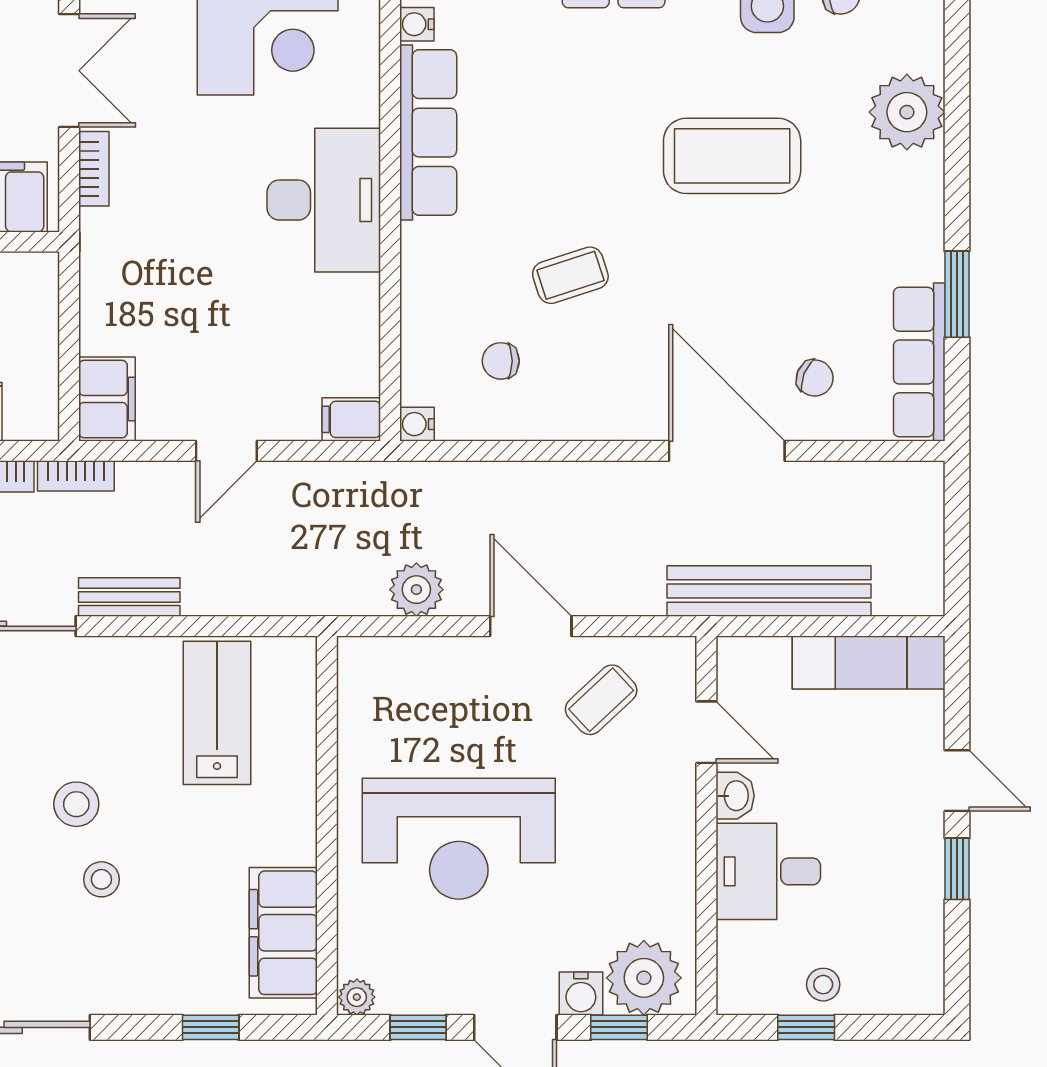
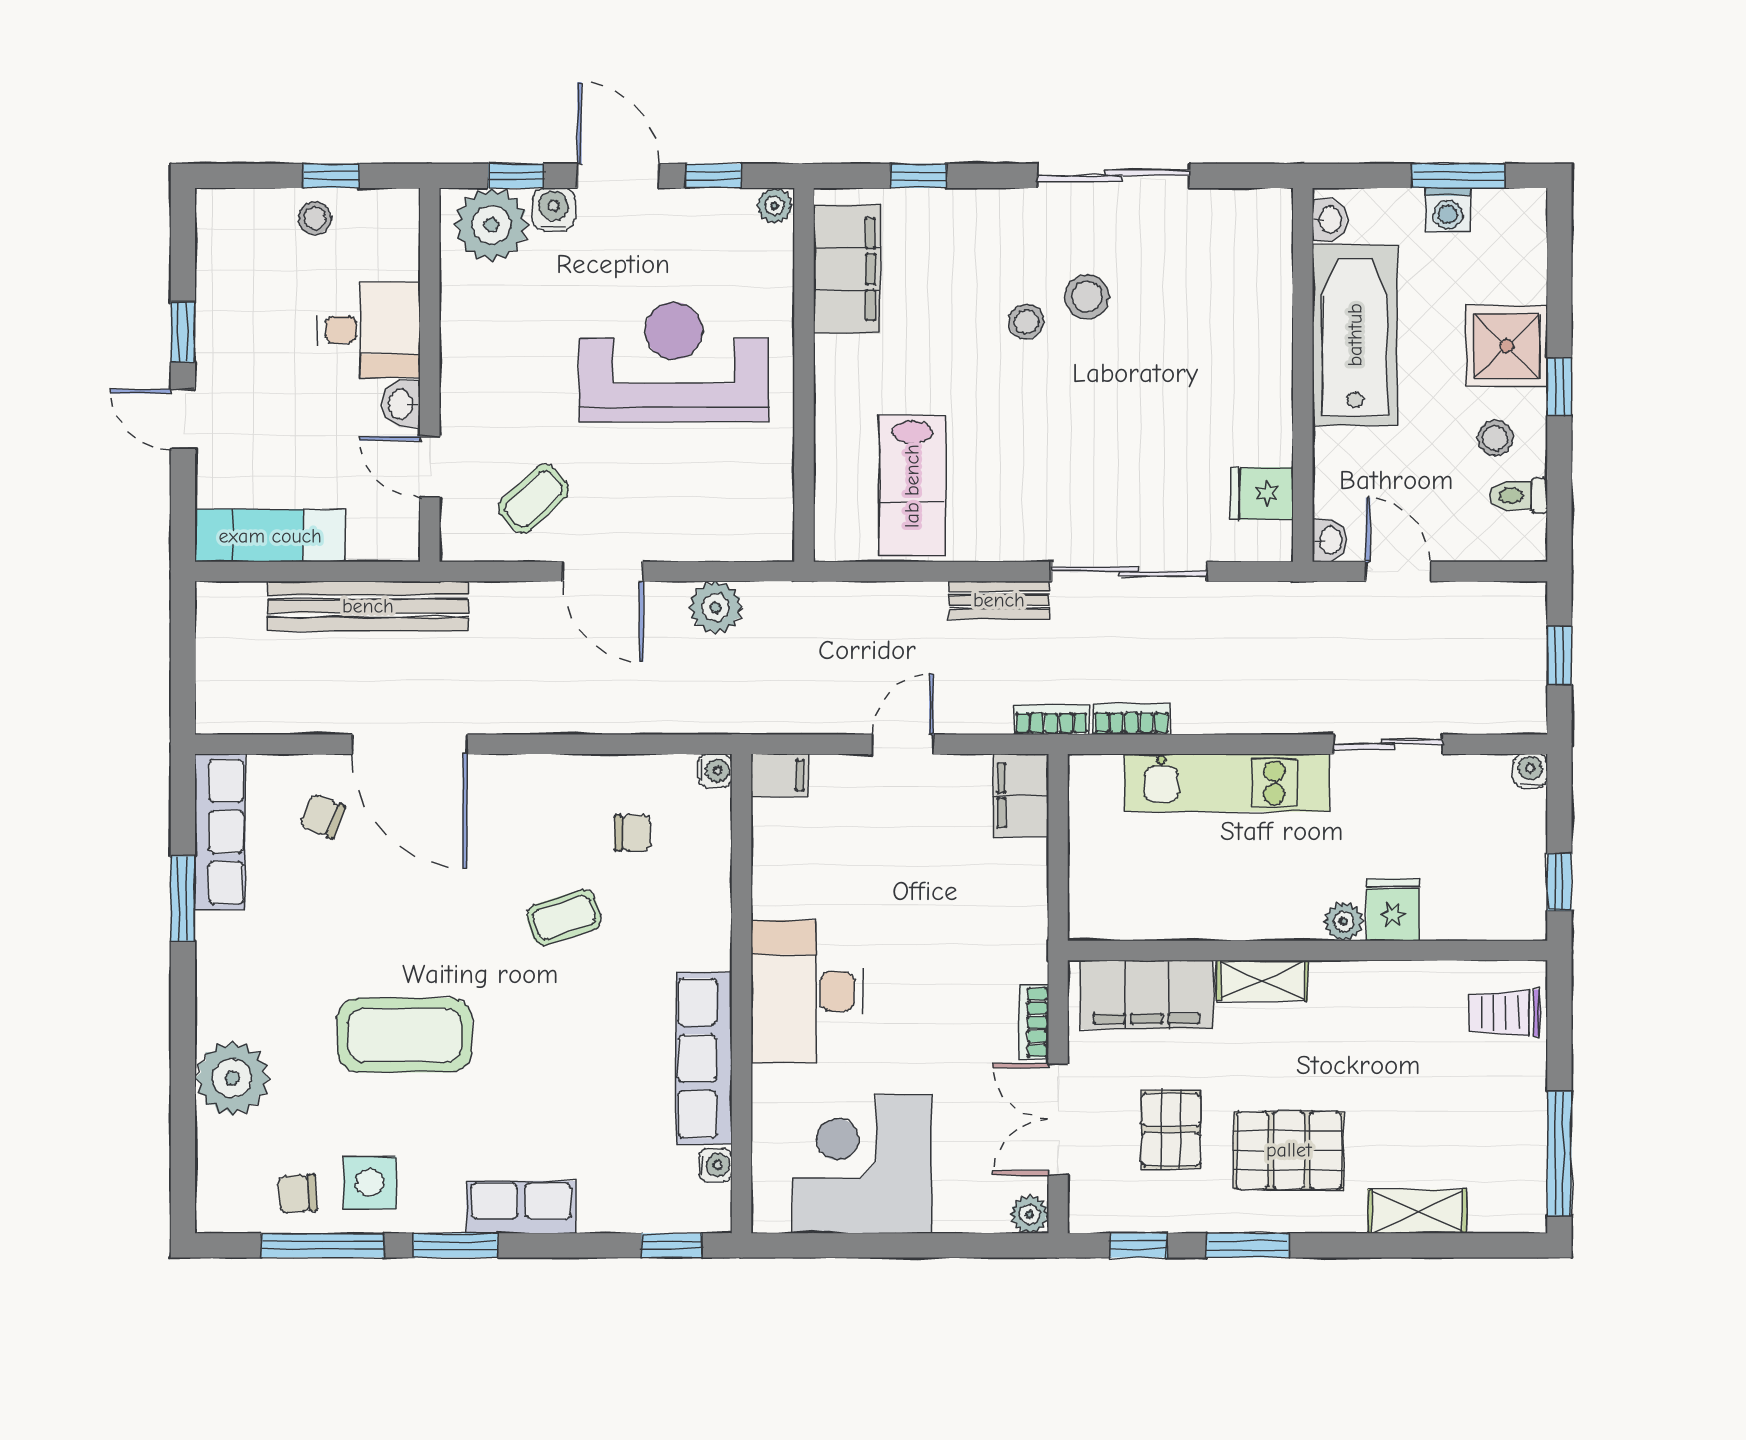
stool: (76, 804) -> (1087, 297), moved

